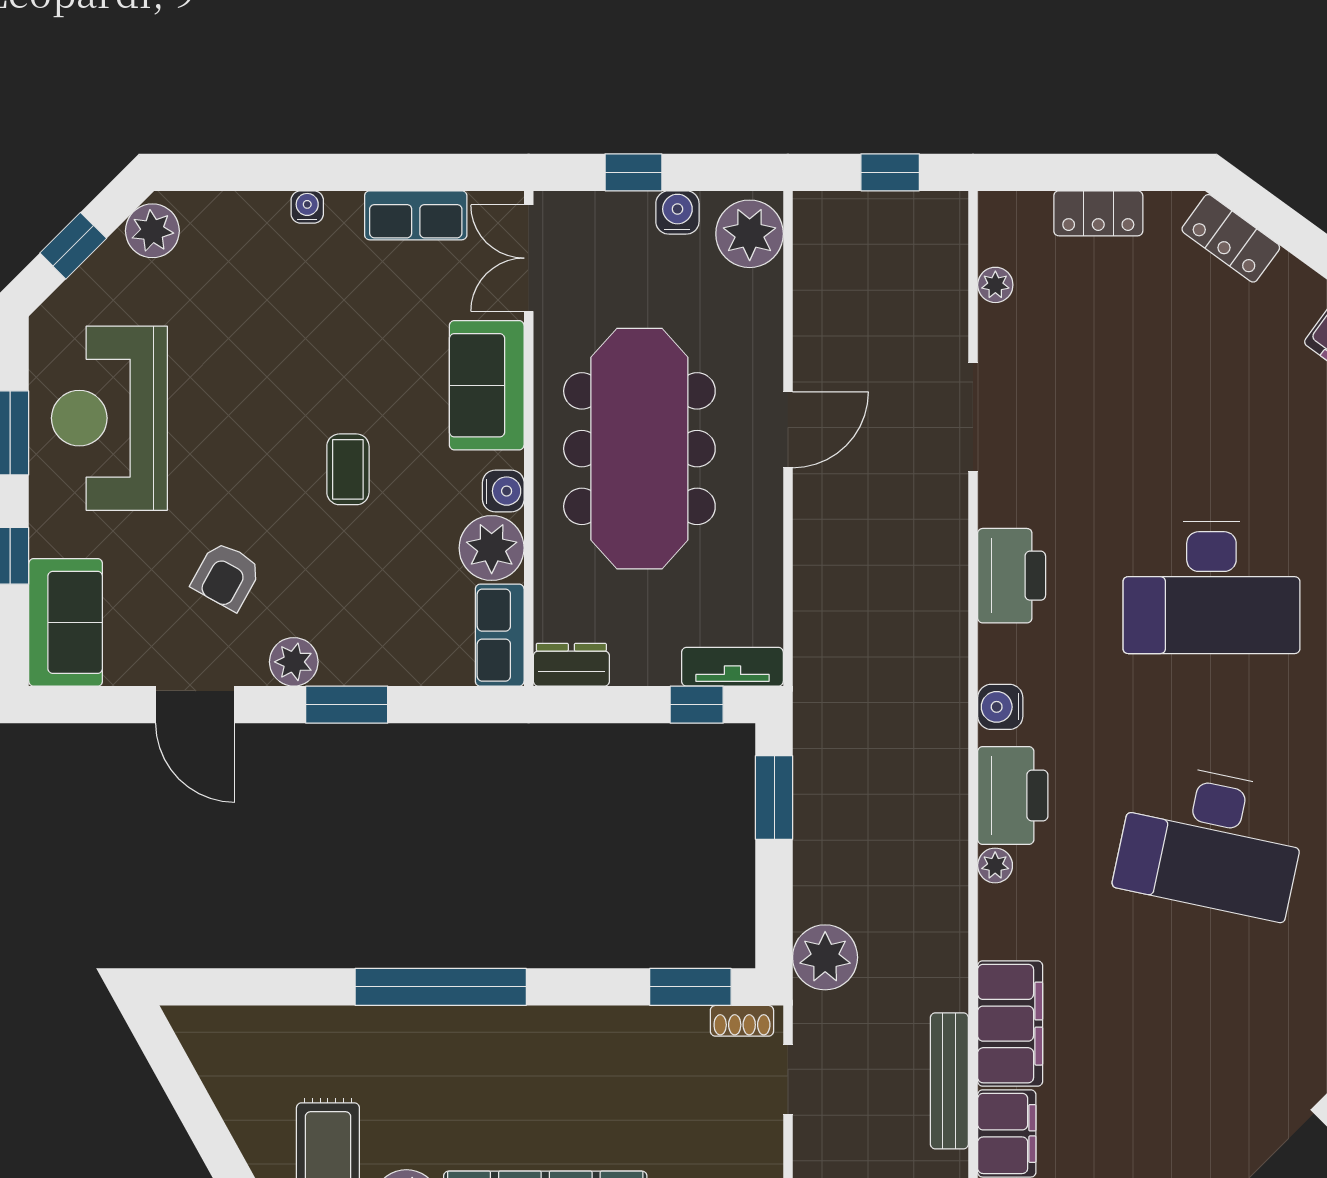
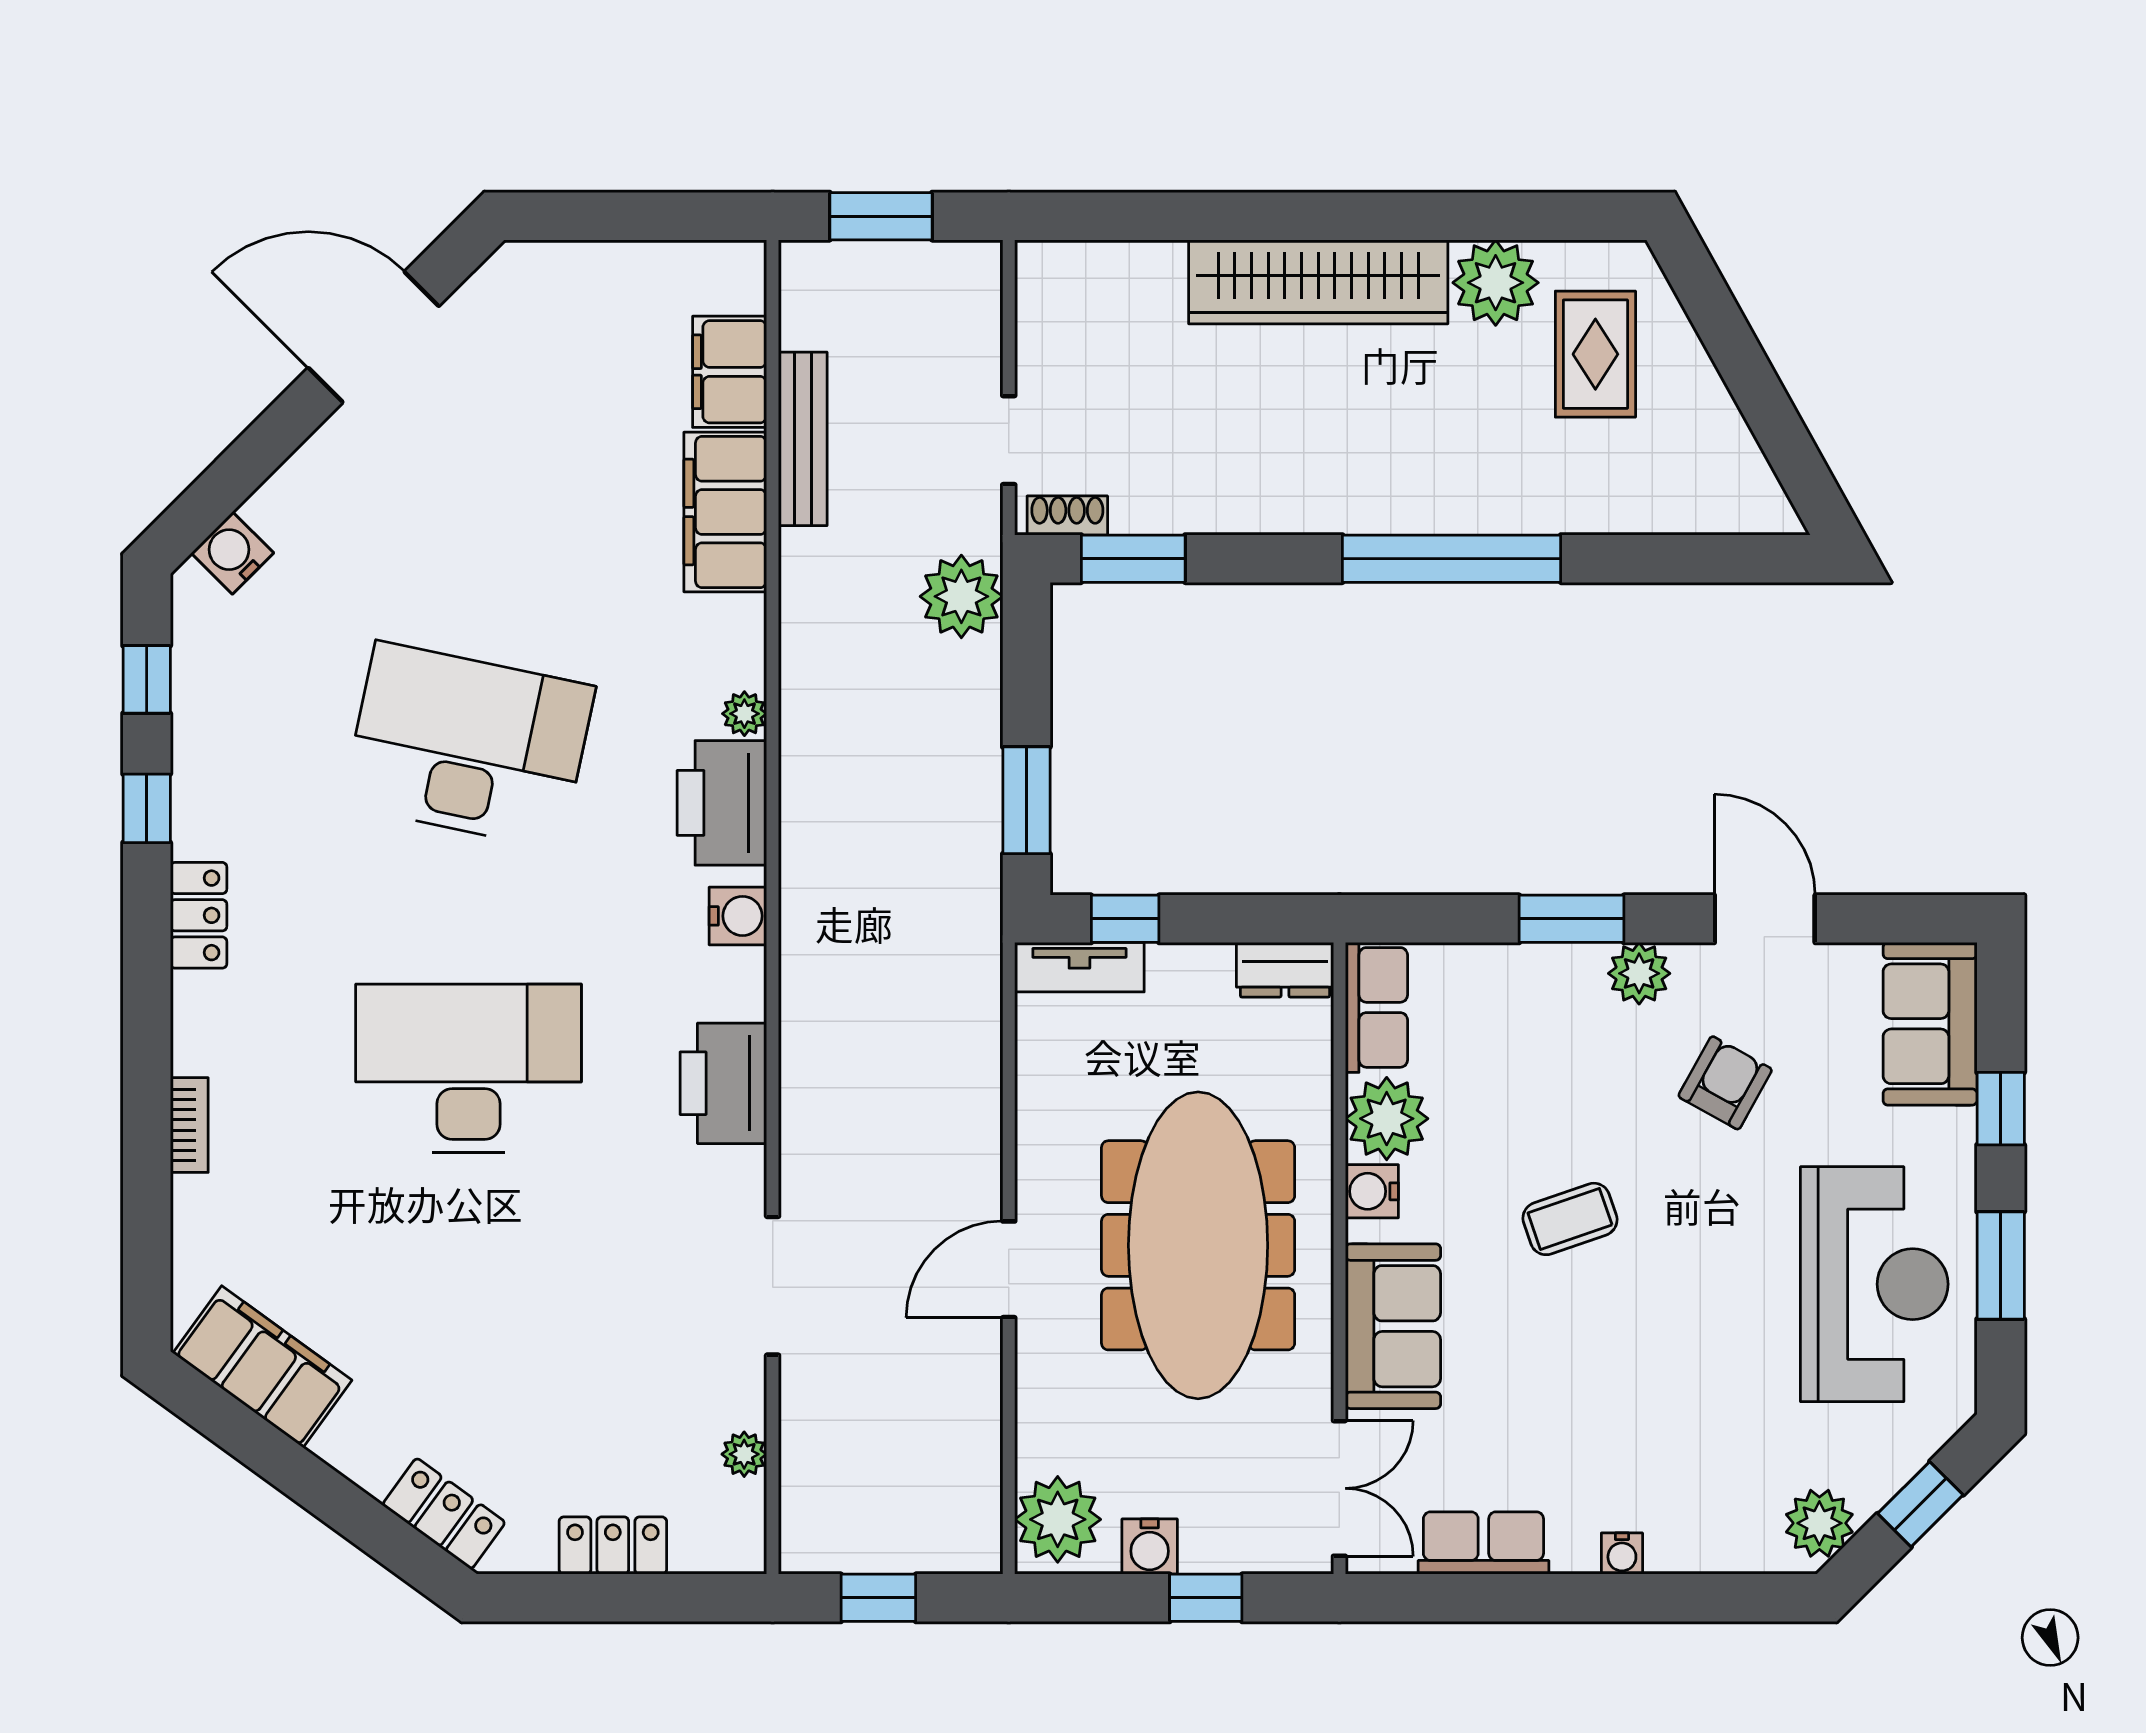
coffee table: (348, 469) -> (1570, 1219), turned 71

